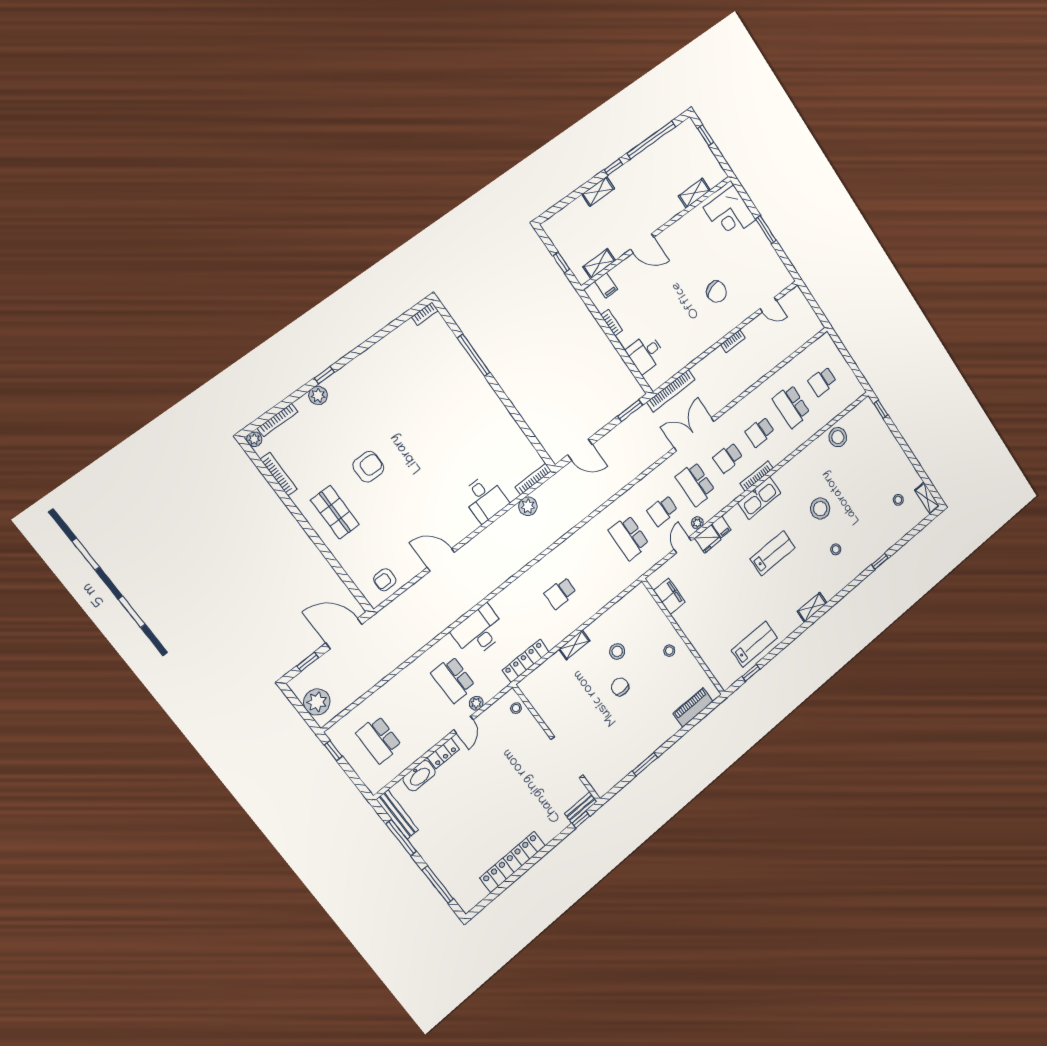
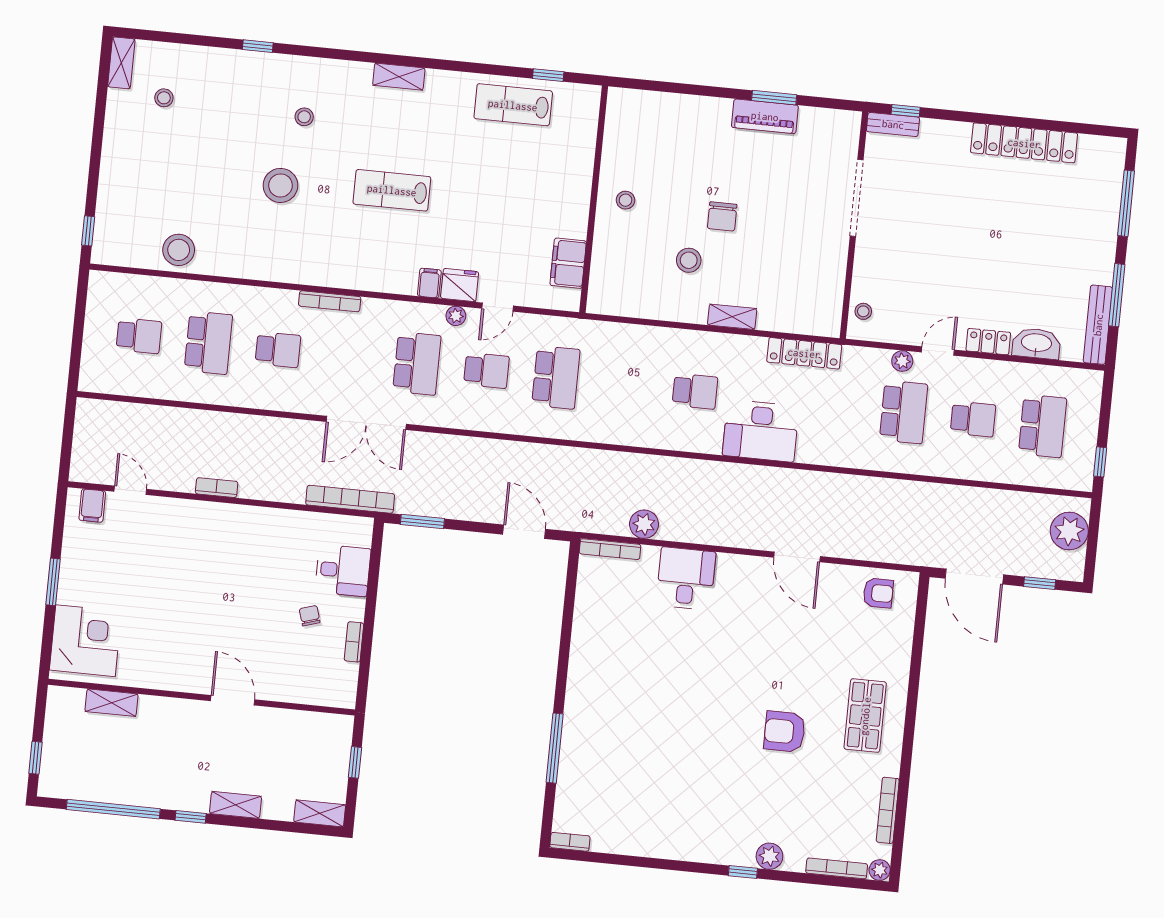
shelving: (599, 264) -> (320, 813), moved
filing cabinet: (606, 285) -> (92, 506), moved, turned 180
chair: (716, 292) -> (310, 616), moved, width x0.54, depth x0.54
school desk: (728, 458) -> (973, 419), moved
kitchen sink: (759, 498) -> (350, 272), removed
desk: (479, 631) -> (761, 431), moved
piano: (693, 707) -> (765, 116), moved

